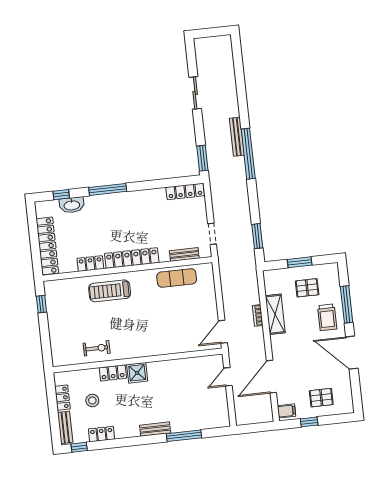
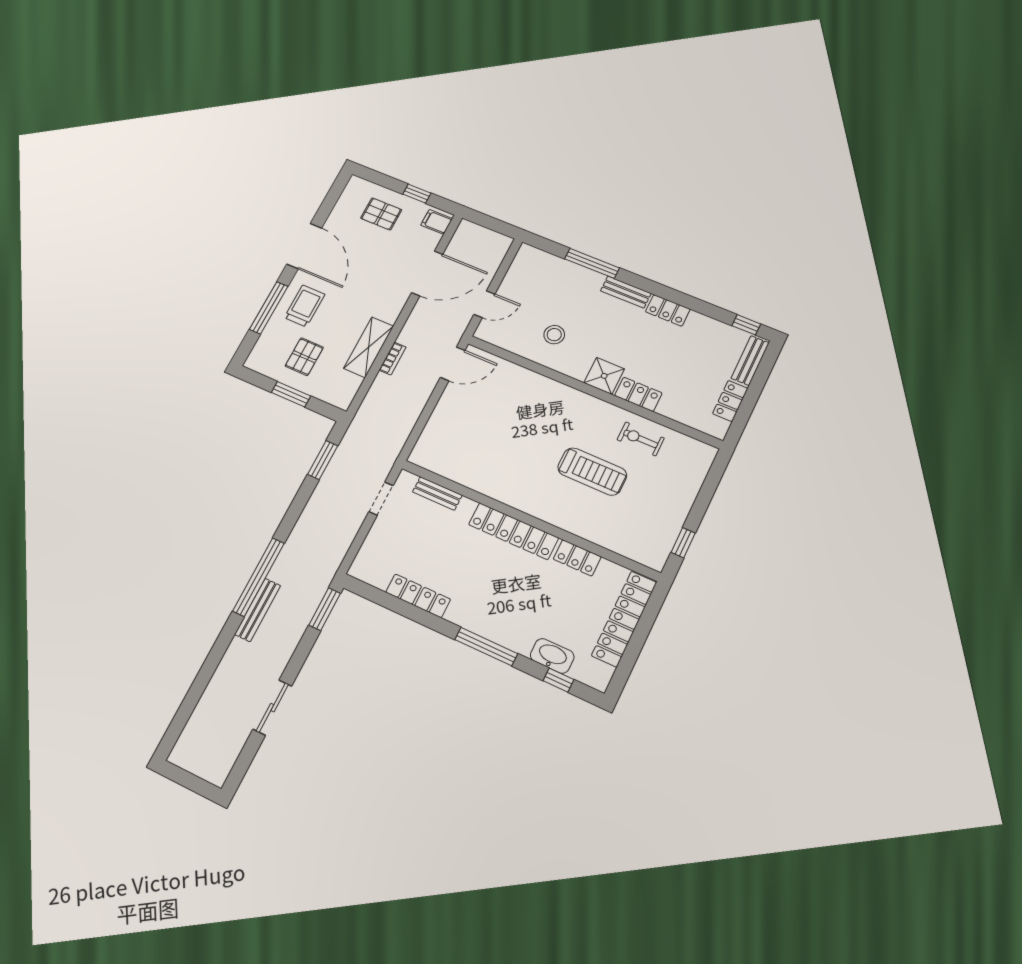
locker: (185, 191) -> (418, 596), moved
exercise mat: (177, 278) -> (468, 469), removed
pallet: (307, 288) -> (304, 357), turned 90
treadmill: (110, 291) -> (592, 472), moved
stool: (92, 401) -> (554, 335), moved
locker: (101, 434) -> (668, 310), moved

